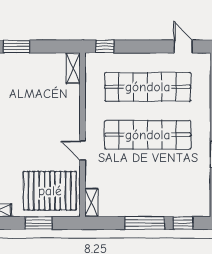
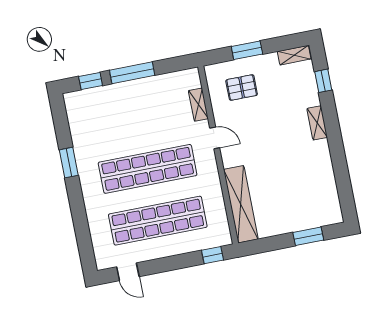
shelving: (73, 68) -> (241, 204), width x2.20, depth x1.33
pallet: (50, 191) -> (242, 88), width x0.49, depth x0.50
shelving: (91, 202) -> (198, 105), moved

